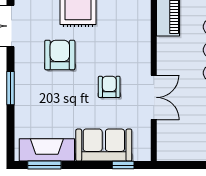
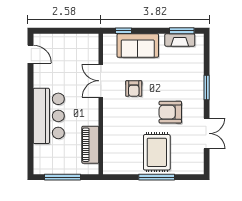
armchair: (60, 55) -> (170, 112), turned 90
fireplace: (47, 150) -> (180, 40), width x0.73, depth x0.76

